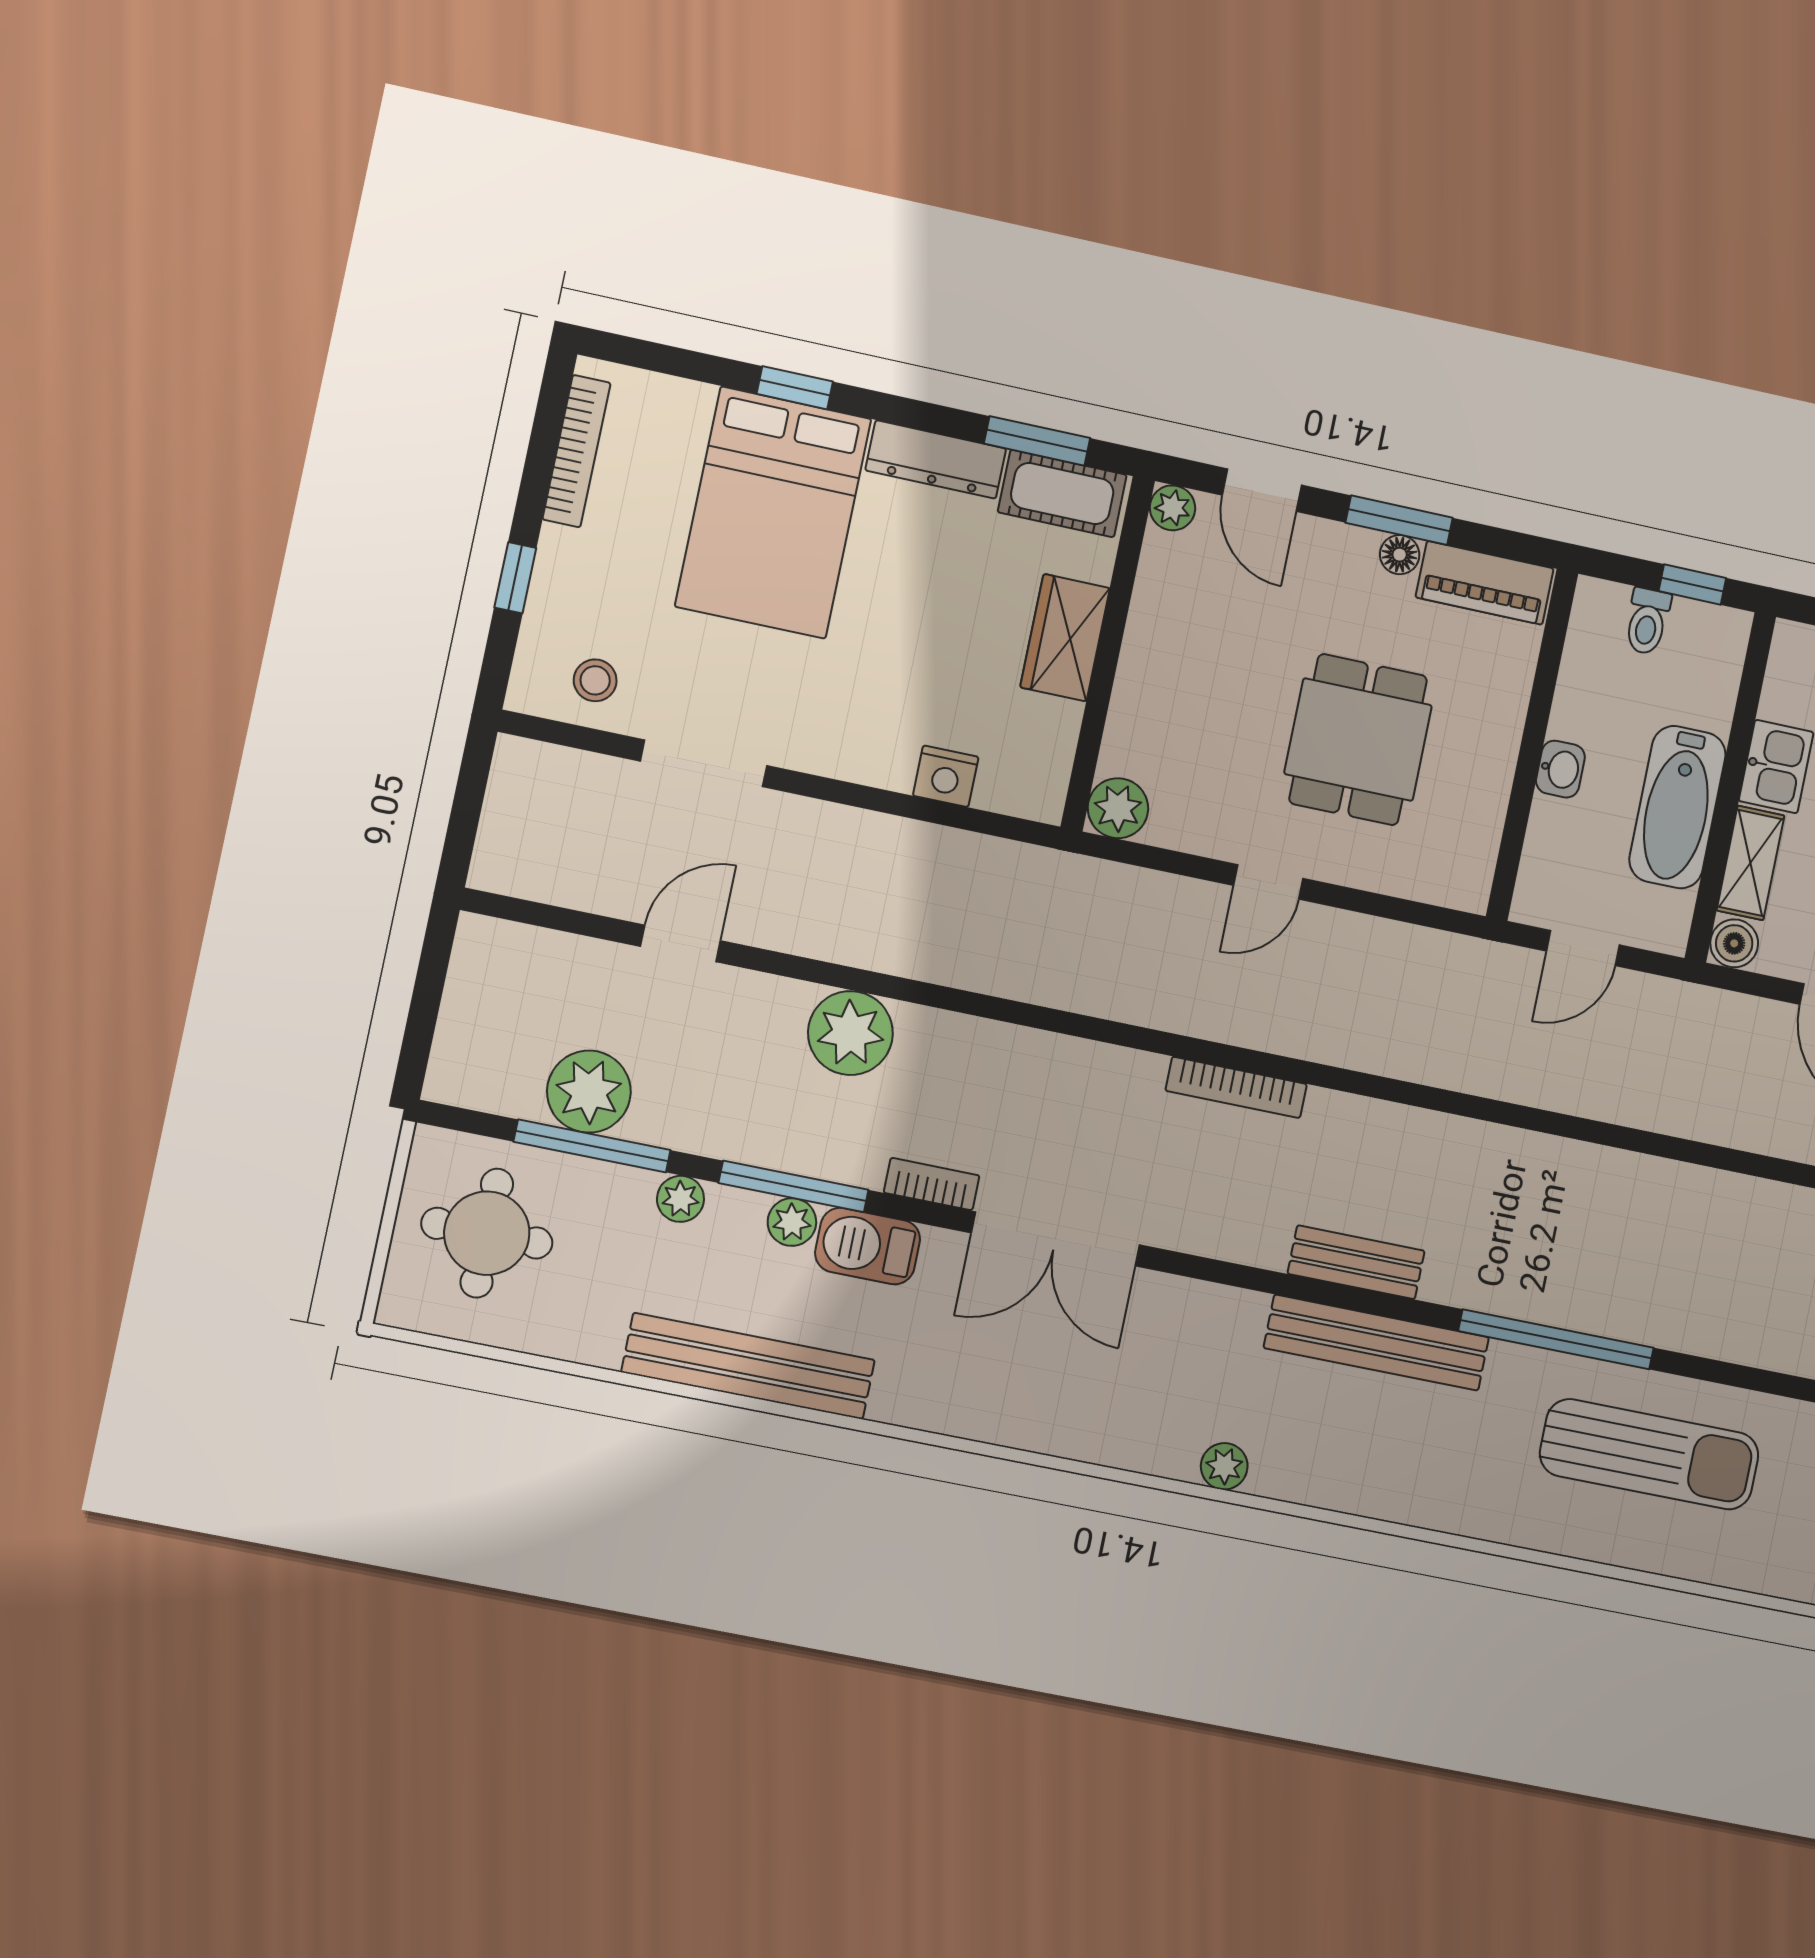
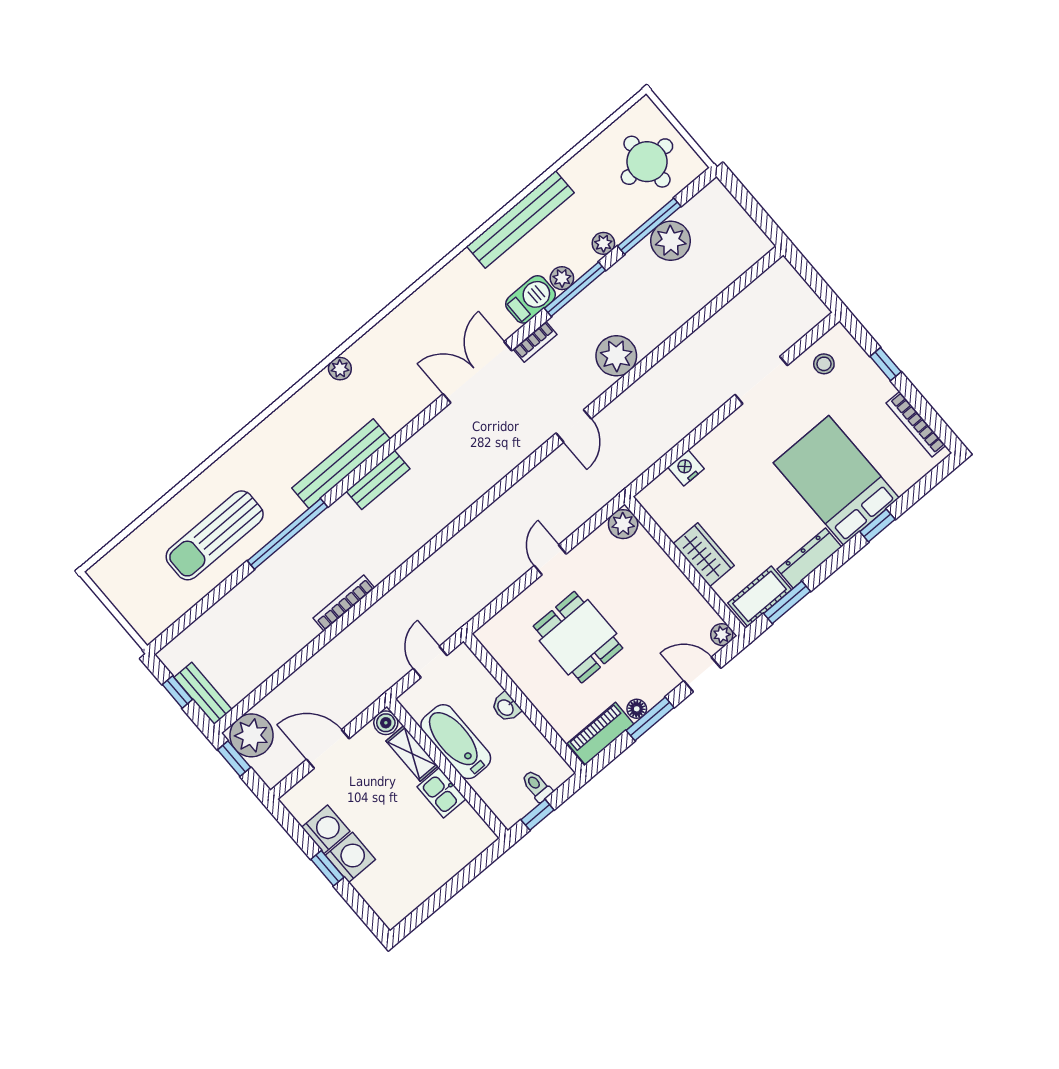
door: (680, 944) -> (574, 426), moved
bookcase: (1236, 1087) -> (344, 603), moved

